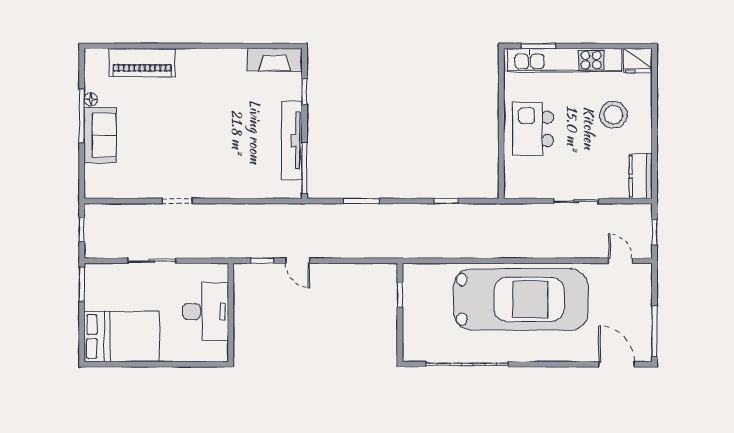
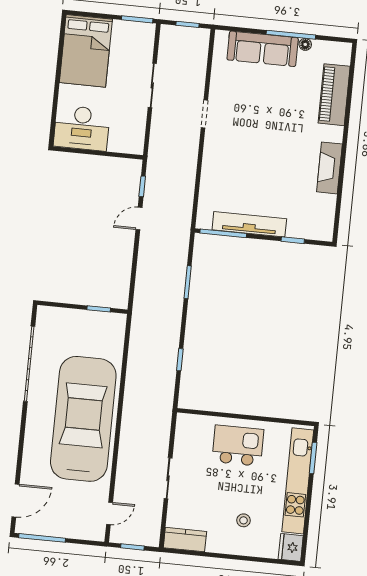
fireplace: (275, 60) -> (329, 168), moved
stool: (614, 115) -> (243, 520), width x0.53, depth x0.53
sofa: (100, 135) -> (263, 49), width x1.36
car: (521, 299) -> (83, 419), turned 180
desk: (206, 312) -> (82, 128), moved

